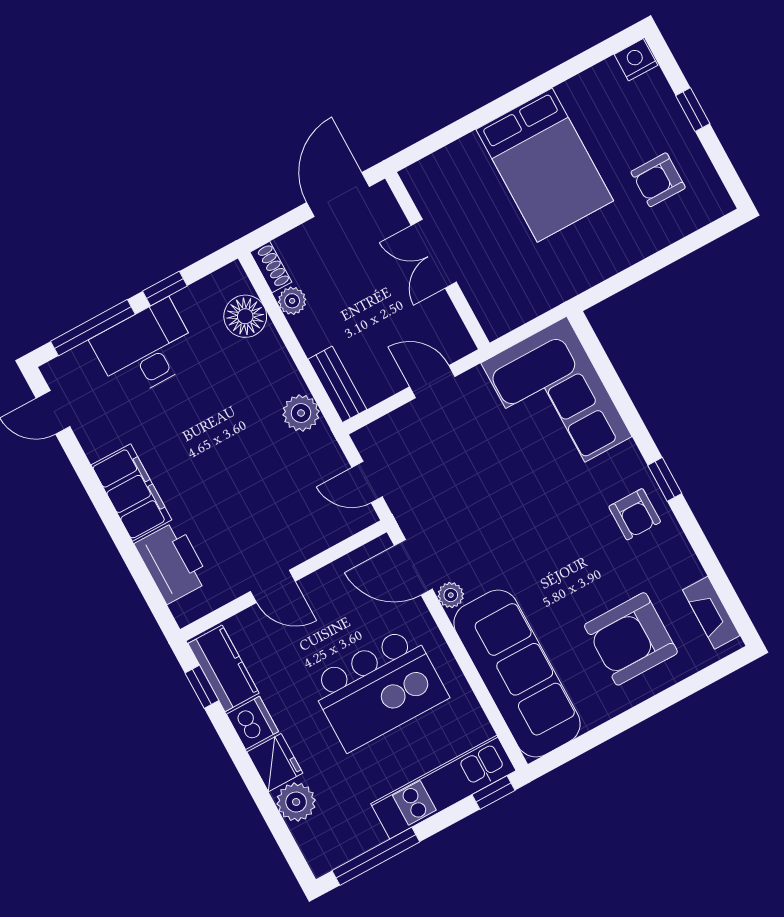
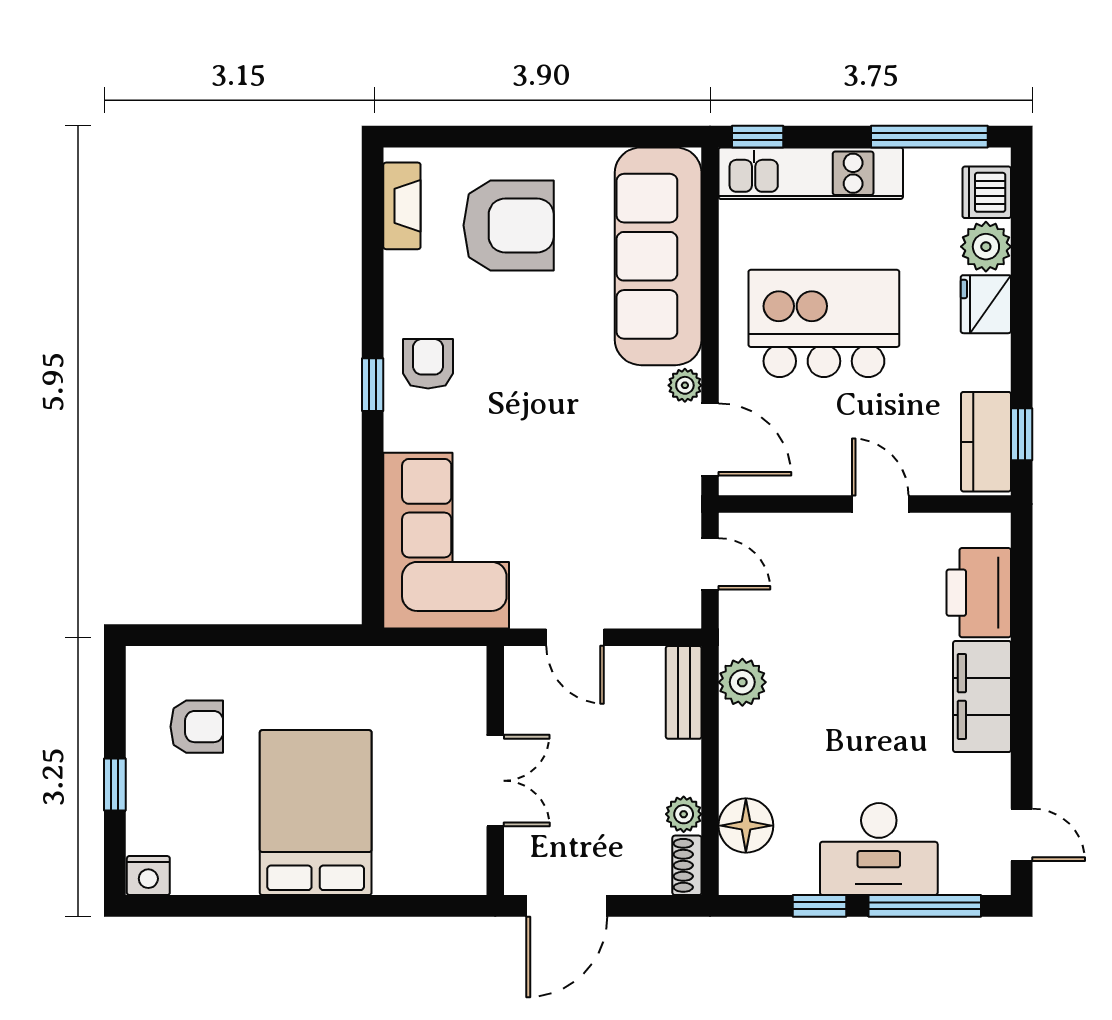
dishwasher: (252, 723) -> (987, 192), moved

